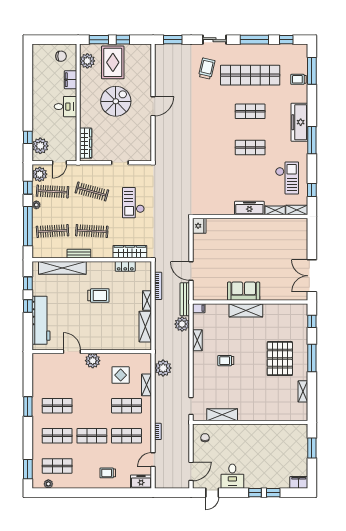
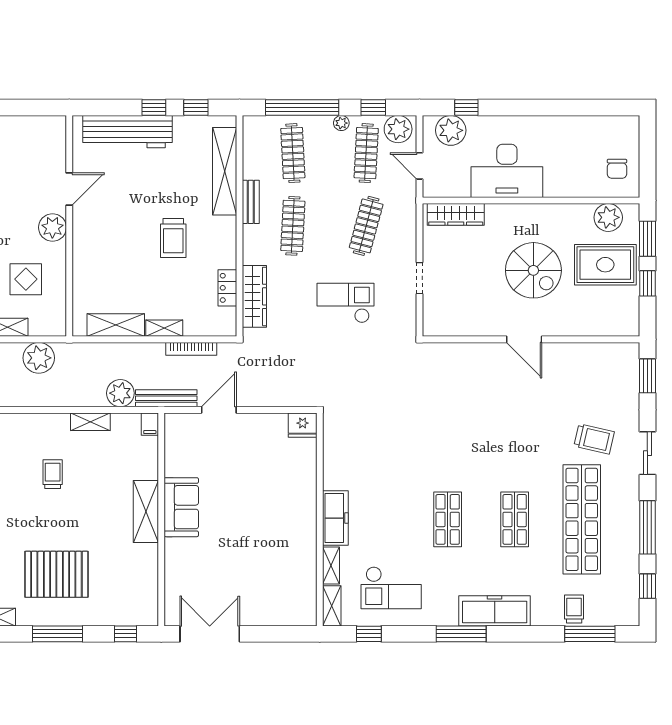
filing cabinet: (70, 80) -> (573, 186), removed
desk: (65, 107) -> (507, 171), width x1.87, depth x1.30

